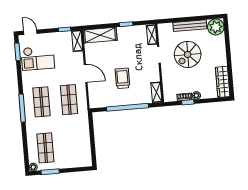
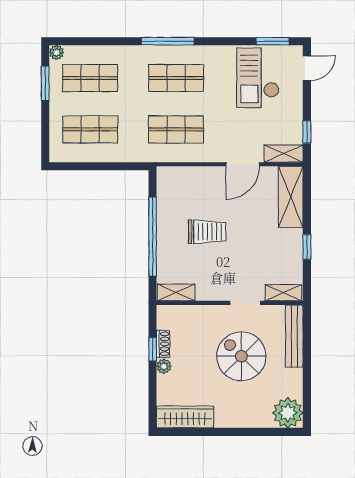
bench: (190, 26) -> (294, 336), moved
door: (86, 73) -> (243, 164), moved
shop shelf: (73, 146) -> (90, 129), added

